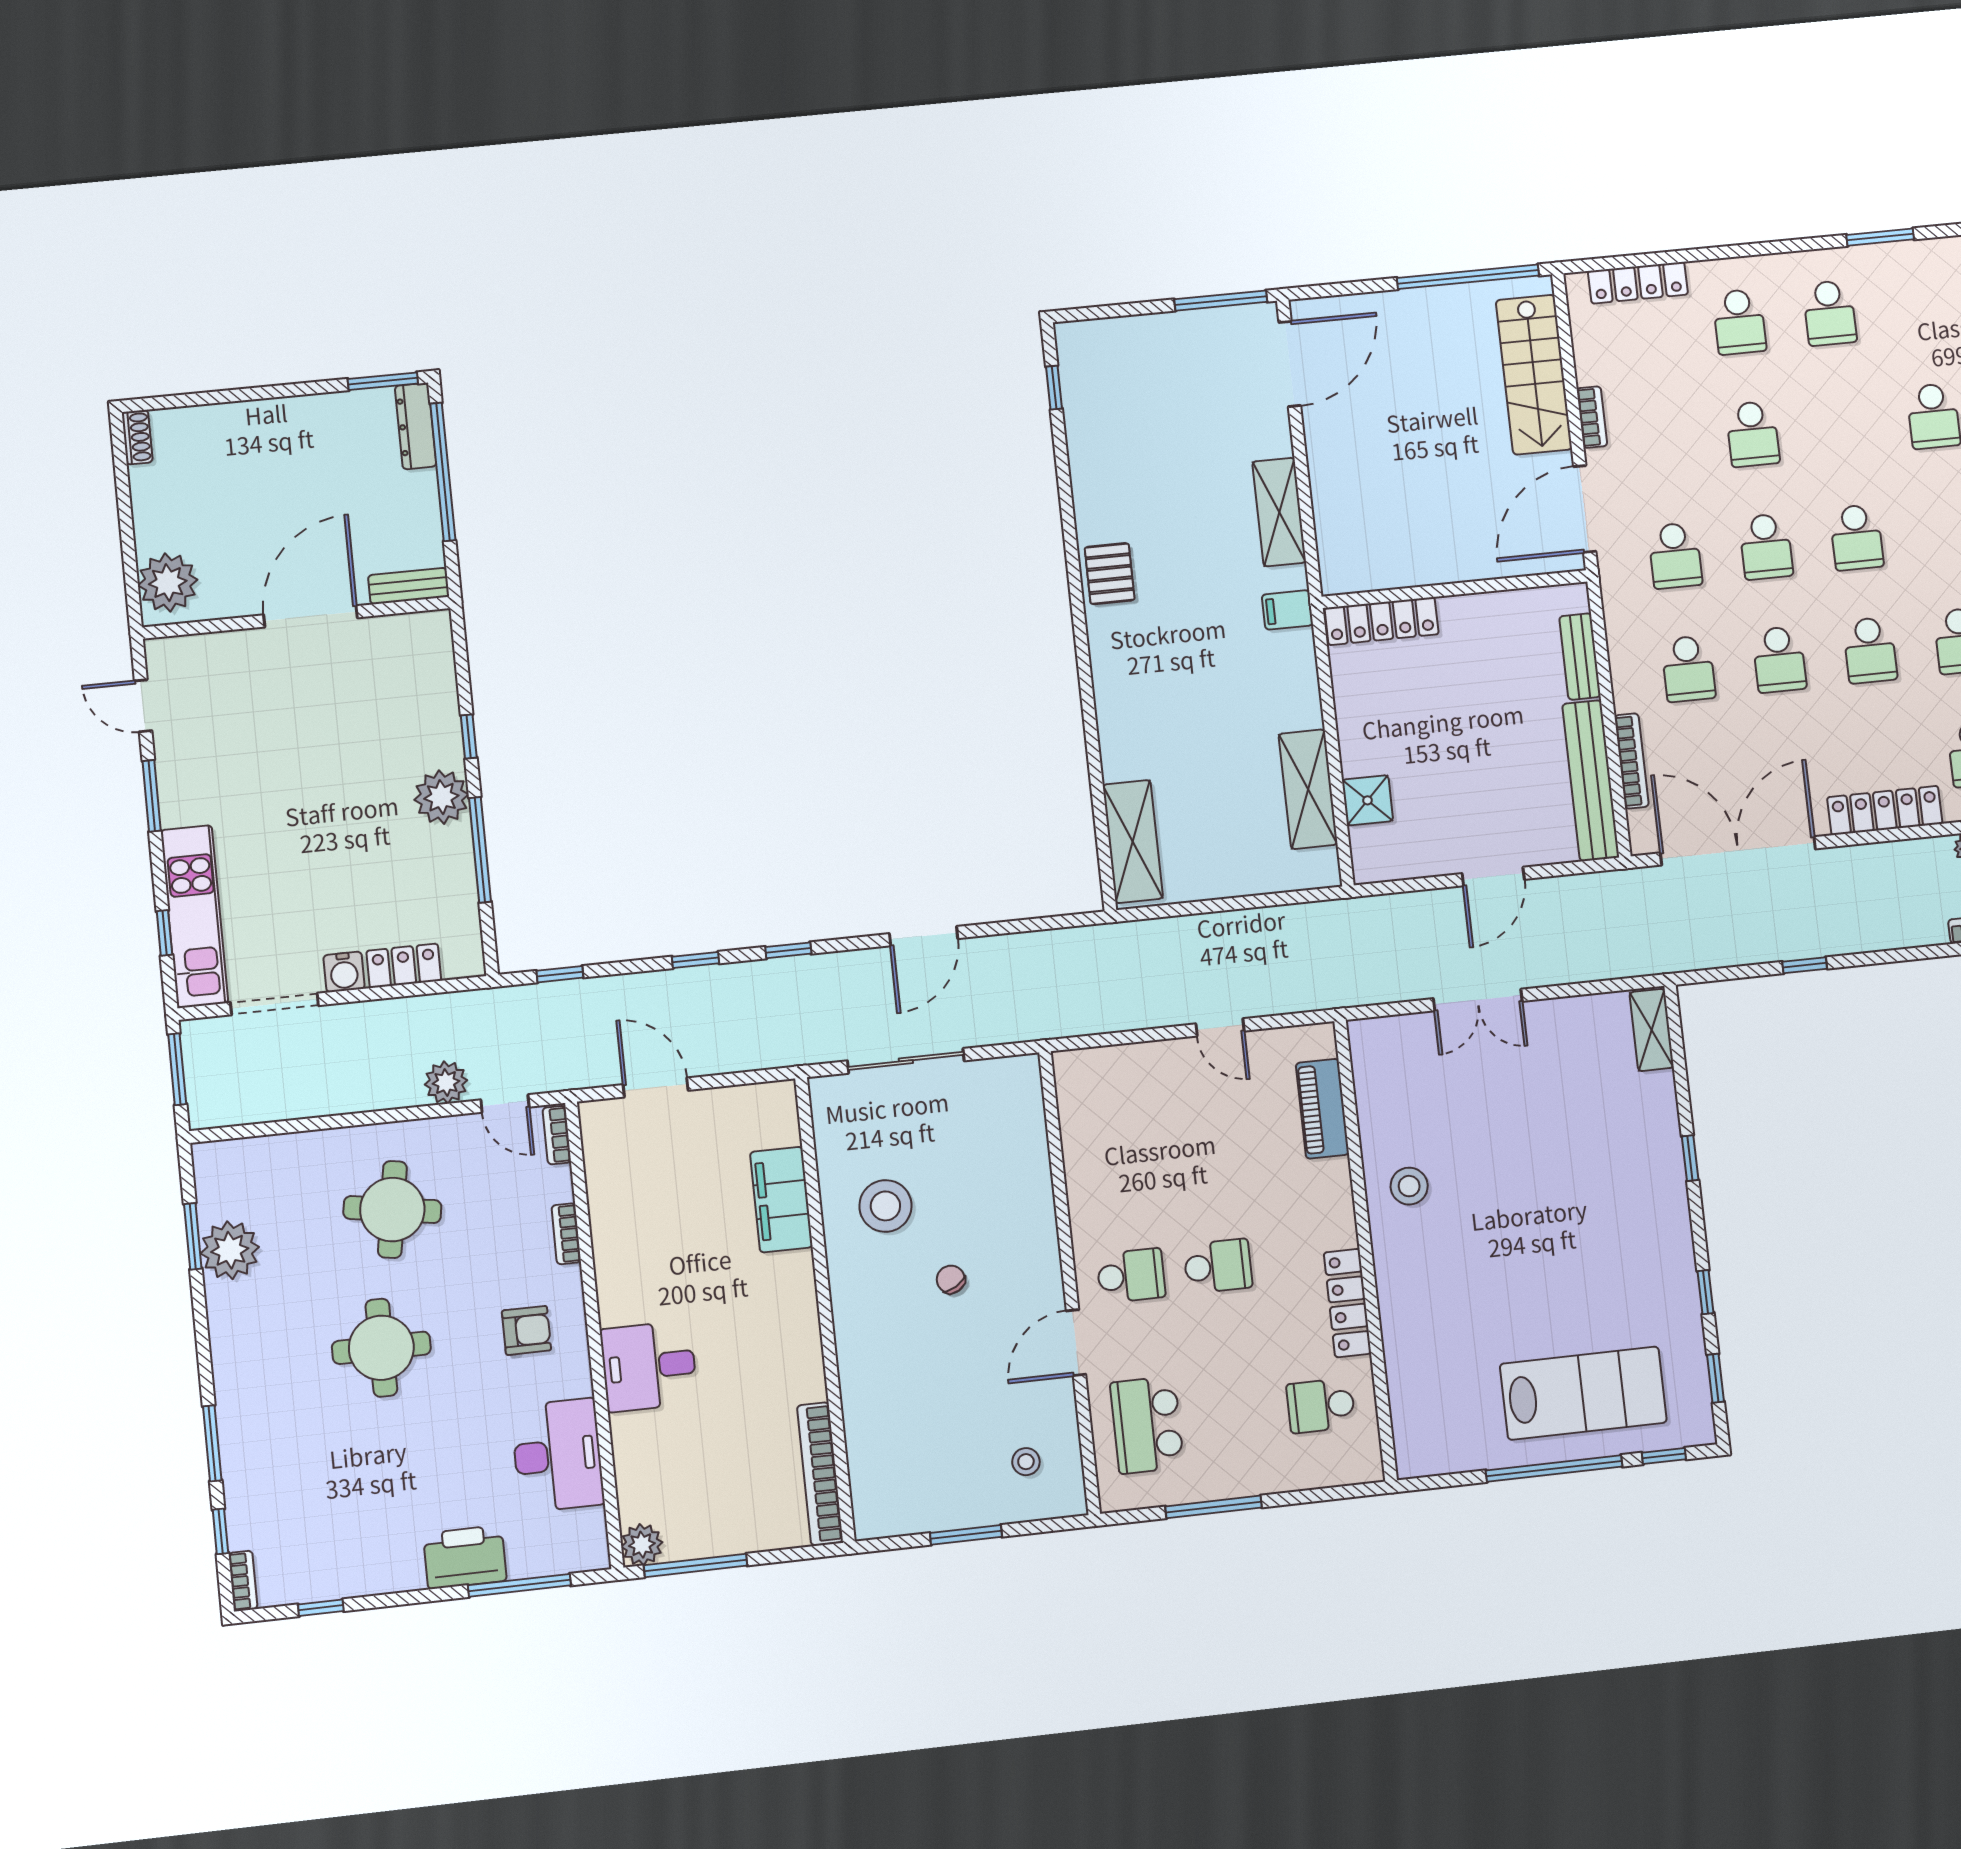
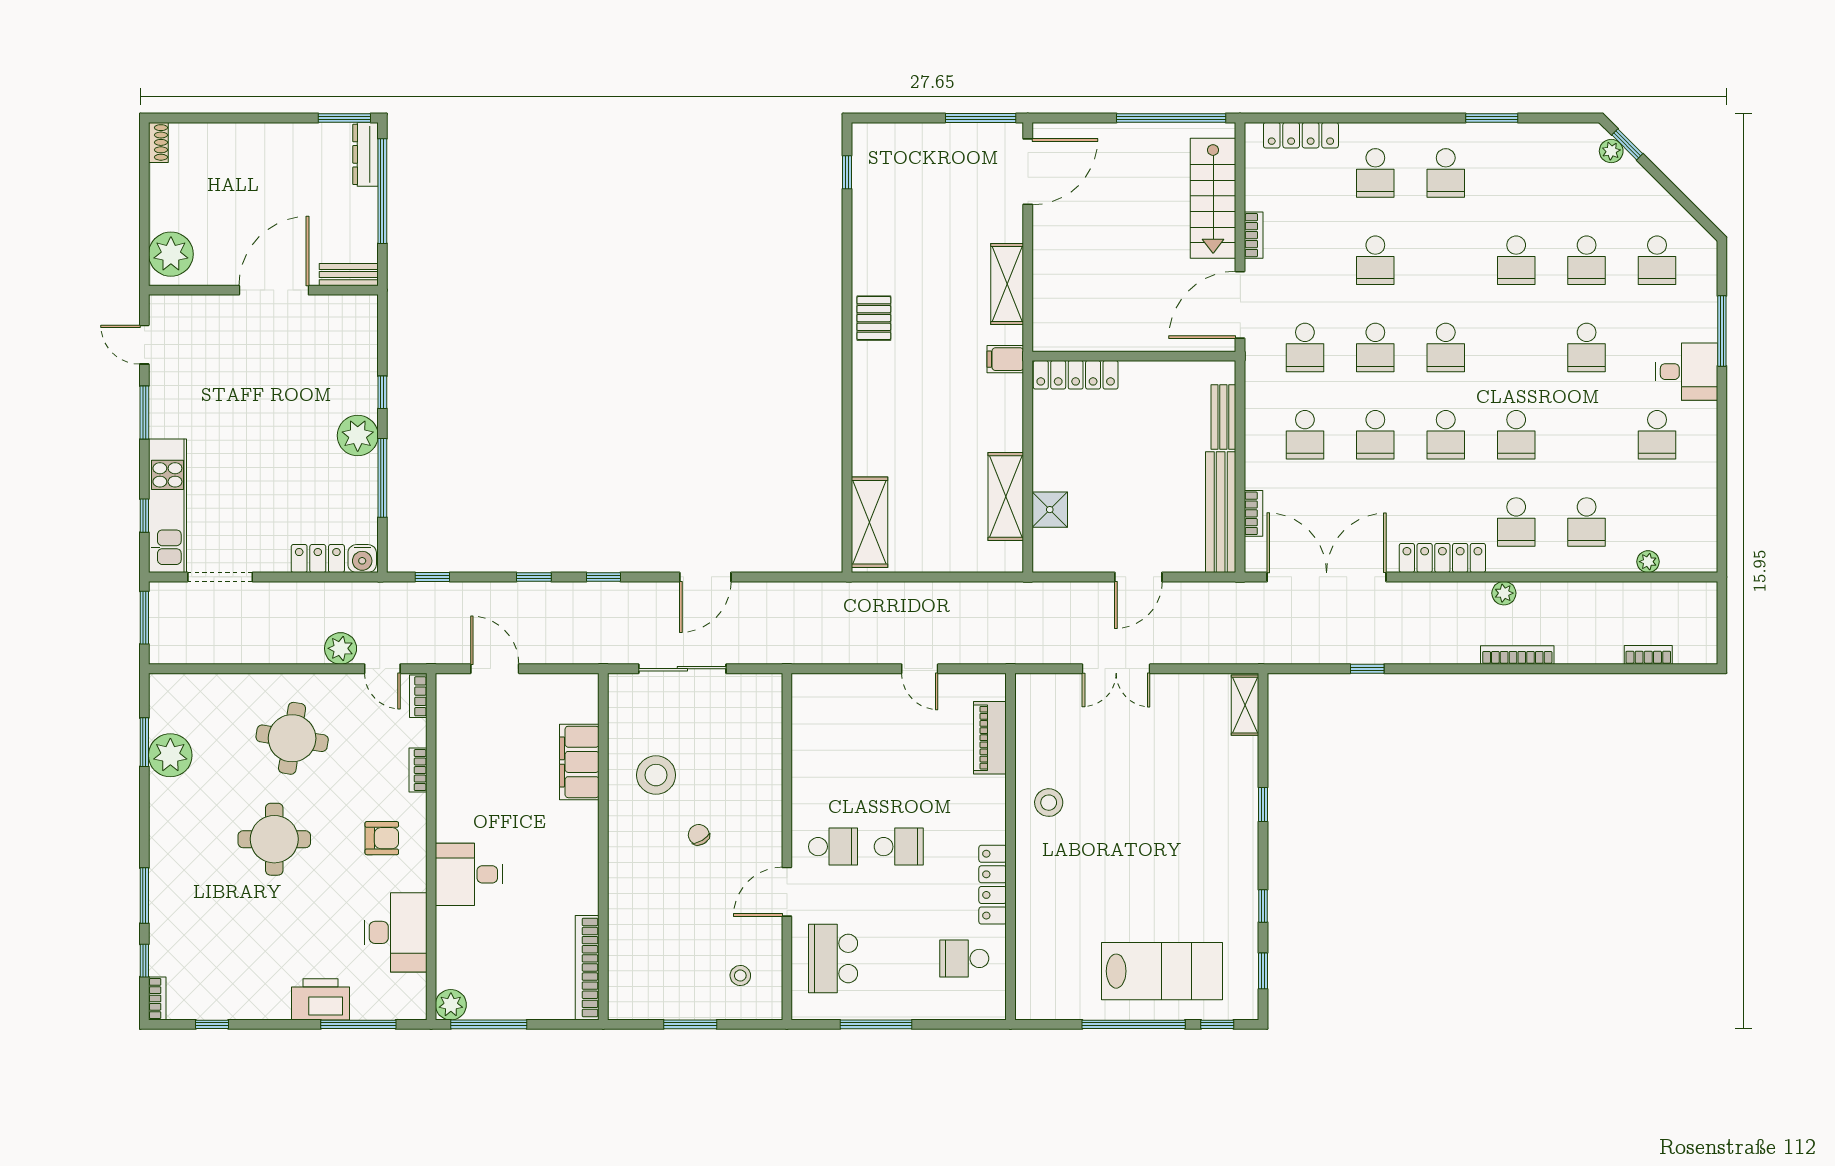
bookcase: (1632, 761) -> (1254, 513), width x0.64
water cooler: (344, 972) -> (362, 559), moved

